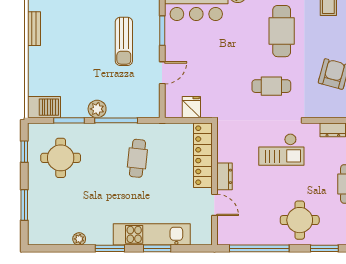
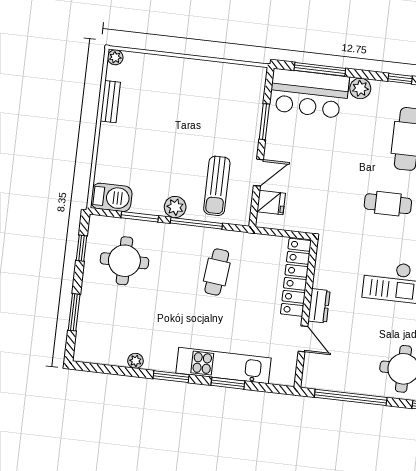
sun lounger: (124, 41) -> (217, 186), moved
fridge: (191, 107) -> (271, 202), moved, turned 90

